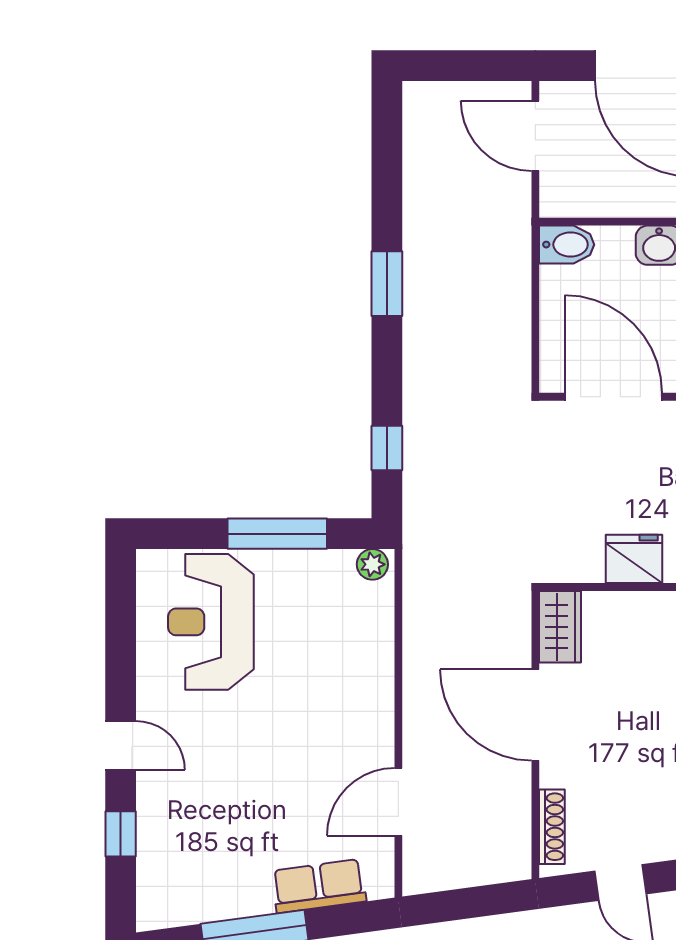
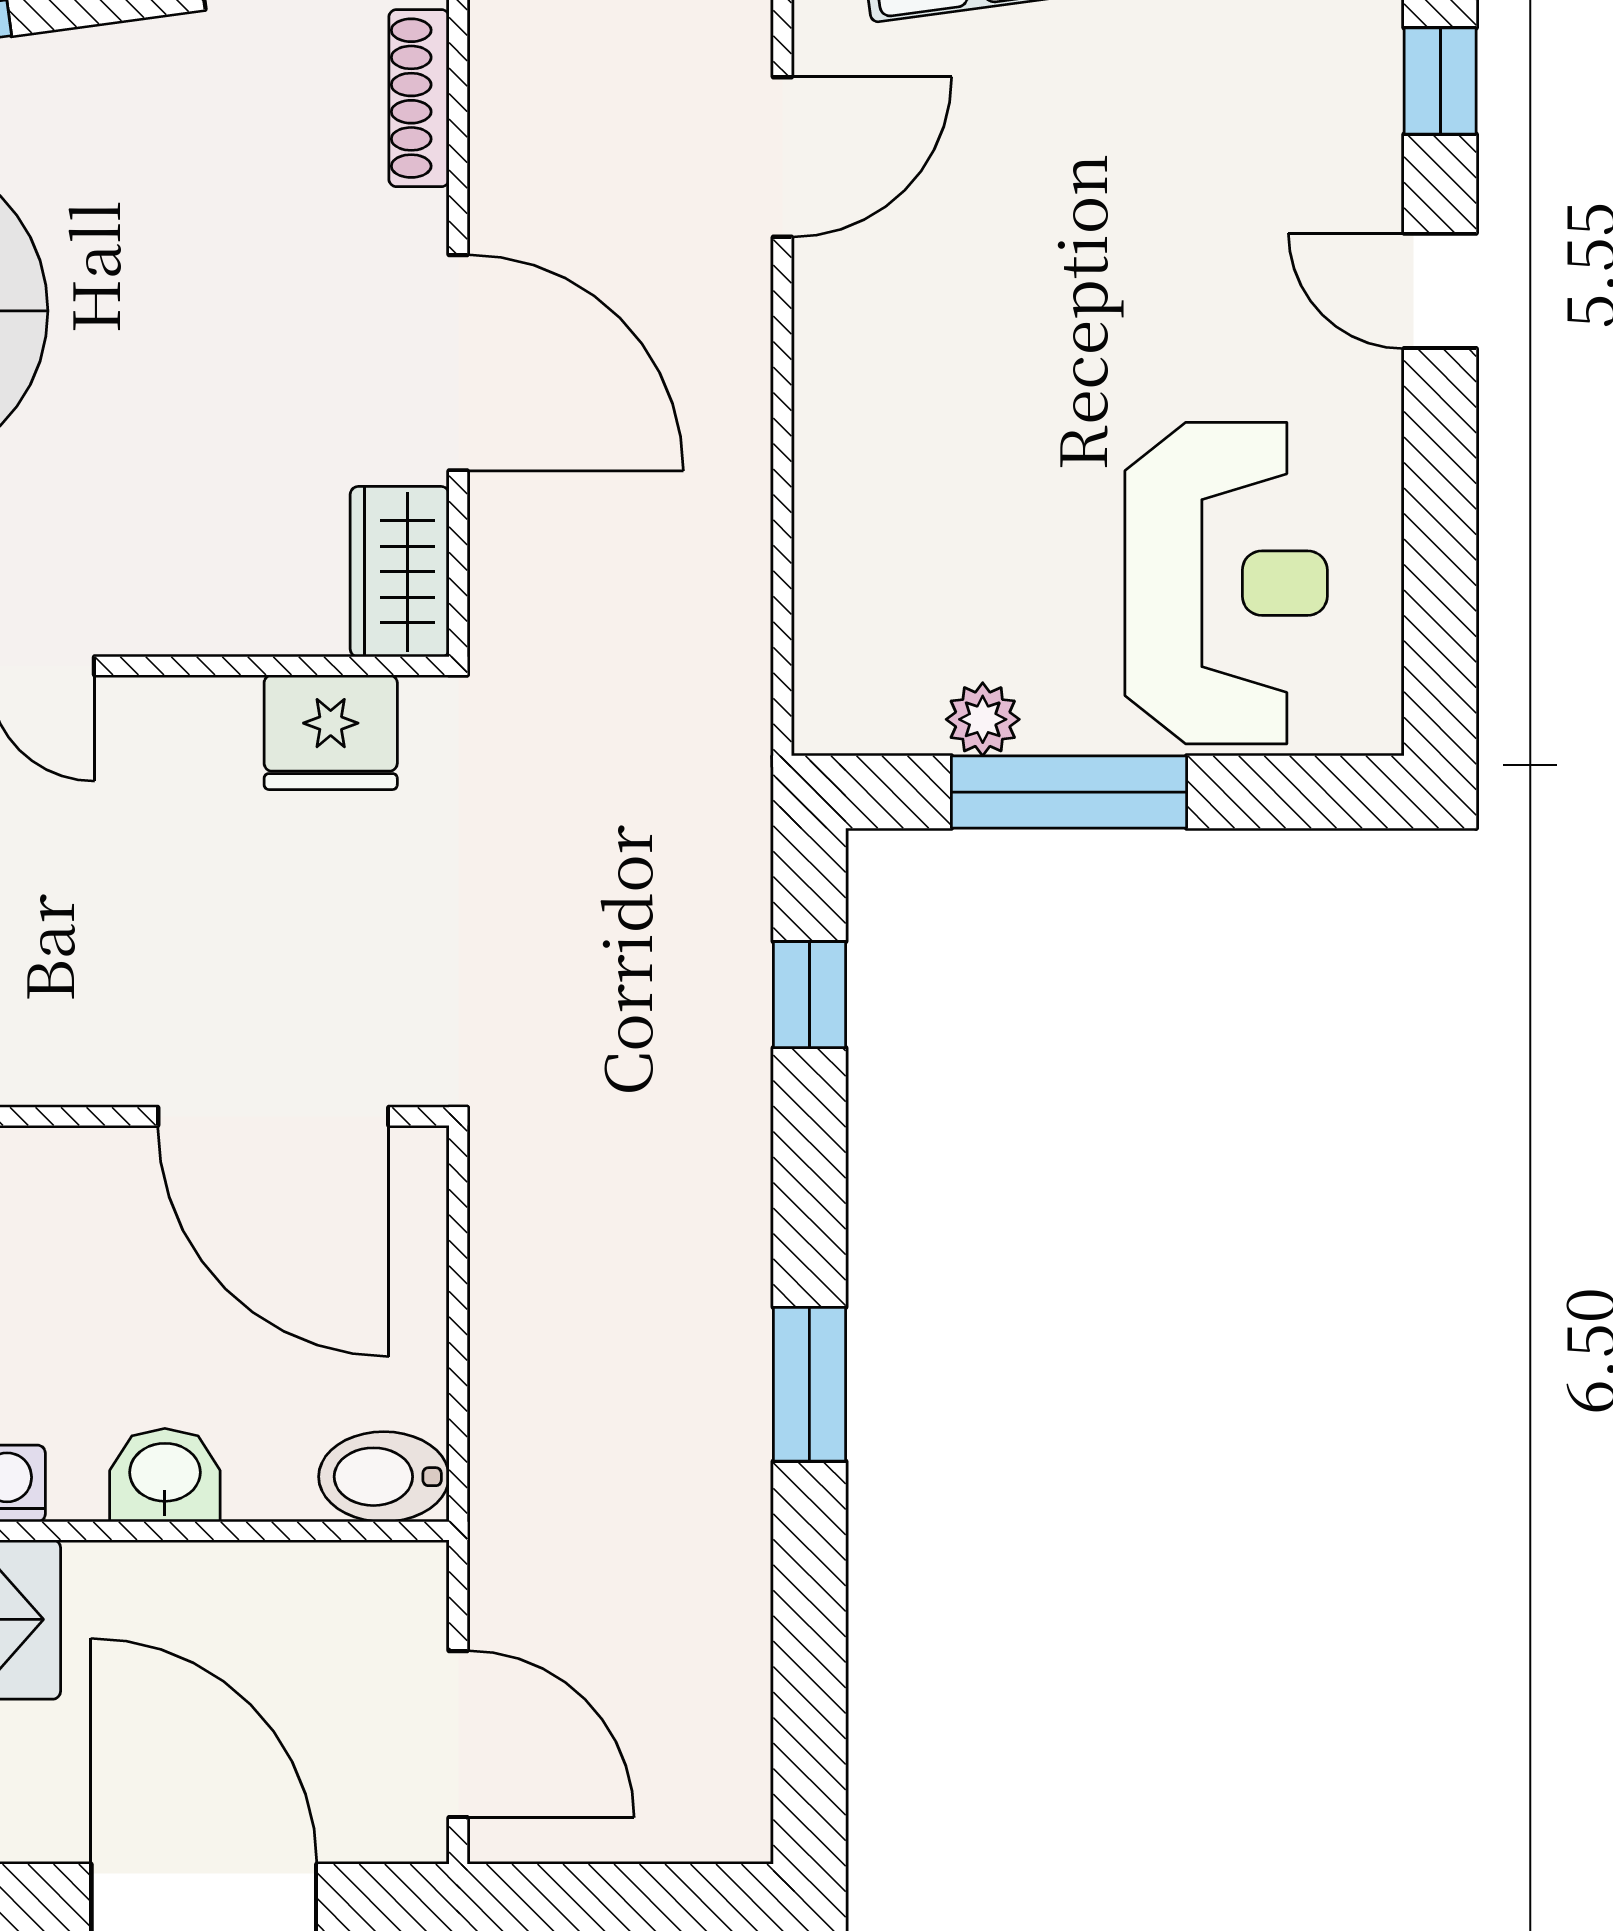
fridge: (634, 559) -> (331, 732), moved
plant: (372, 564) -> (983, 719), moved

